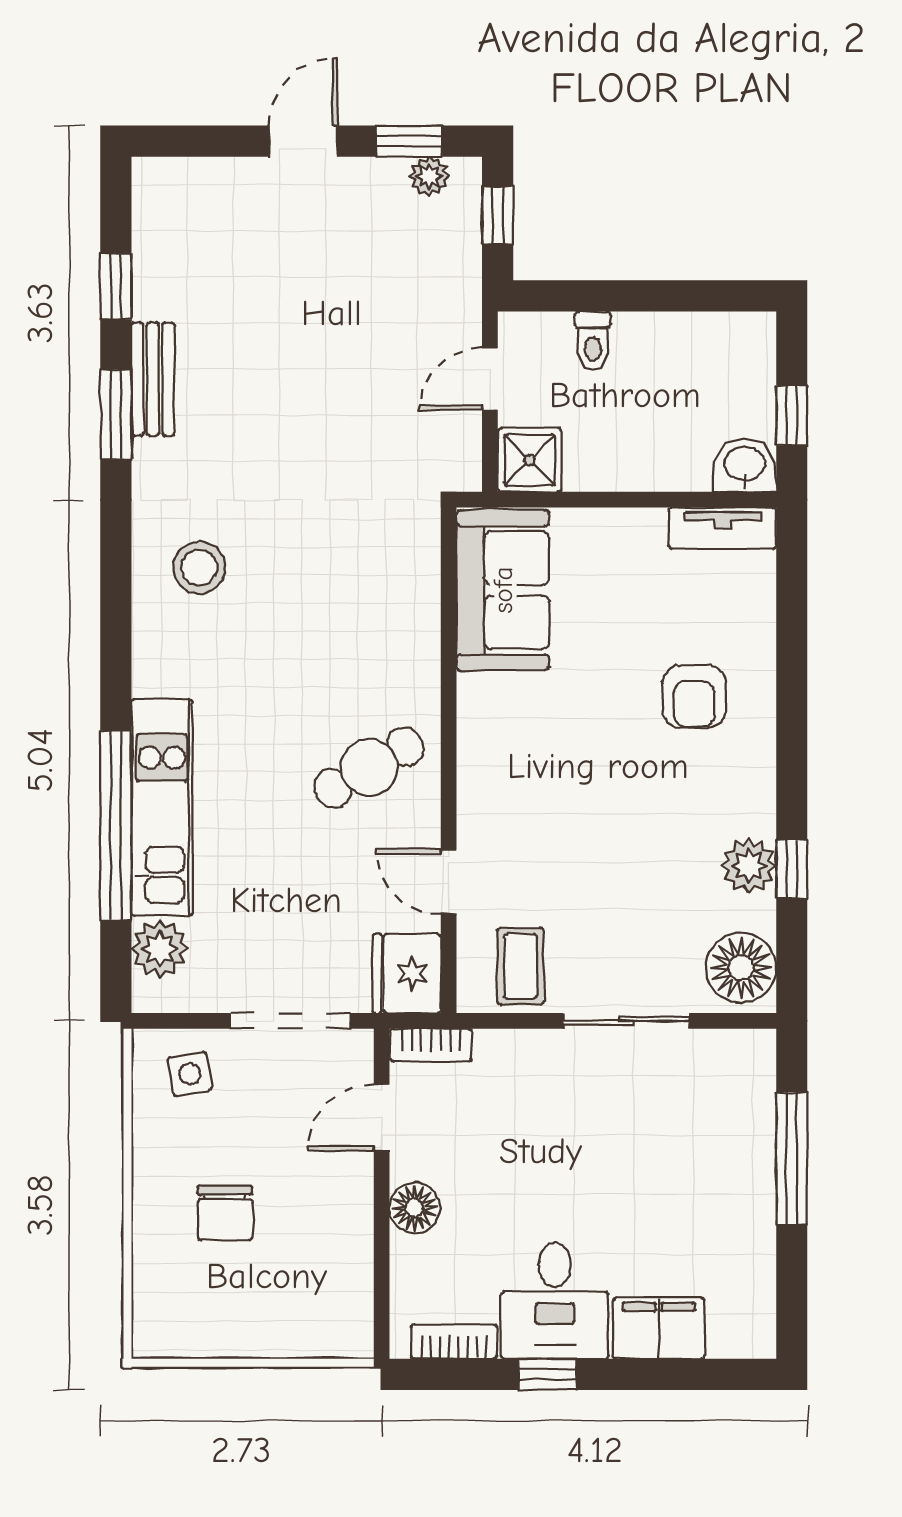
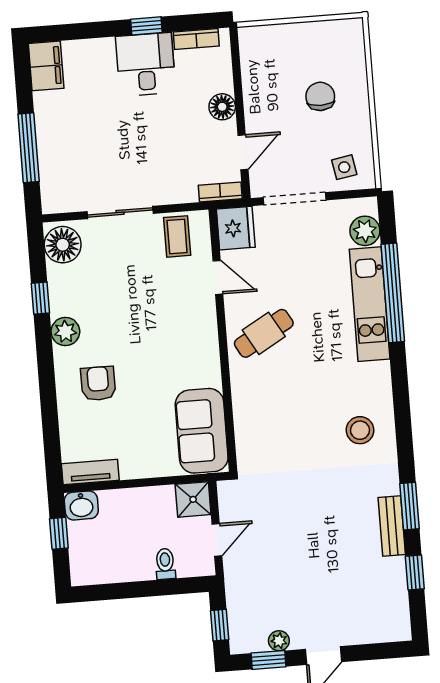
plant: (429, 176) -> (279, 641), moved
plant: (749, 866) -> (65, 332), moved
filing cabinet: (659, 1328) -> (46, 66), moved, turned -90

